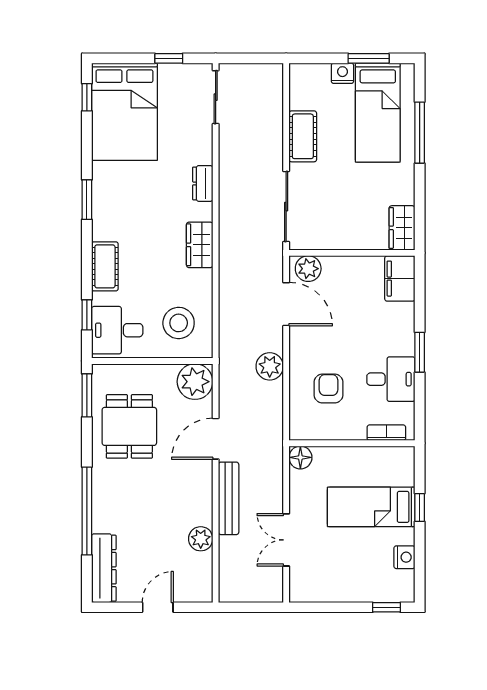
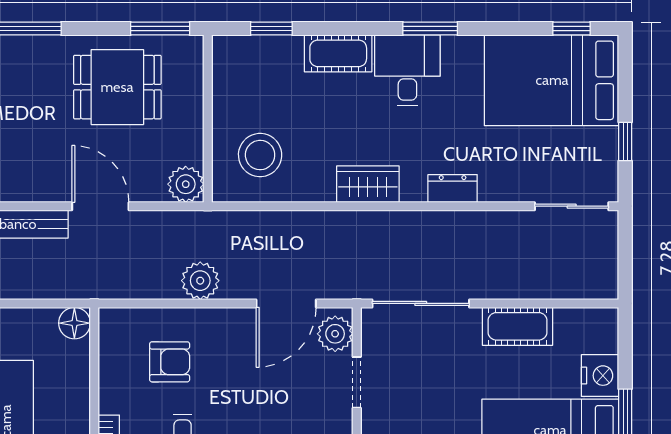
nightstand: (342, 73) -> (600, 376), width x1.36, depth x1.33
doorway: (343, 253) -> (357, 382), added
desk: (117, 330) -> (407, 70), moved
plant: (195, 382) -> (186, 184), width x0.73, depth x0.73

